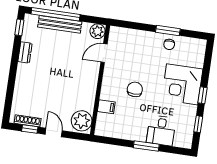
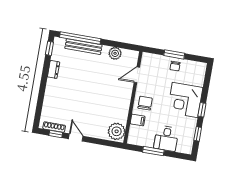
door: (104, 53) -> (137, 75), moved
wall: (100, 80) -> (133, 97), moved
filing cabinet: (106, 107) -> (138, 120), moved
plant: (82, 121) -> (117, 131), moved

